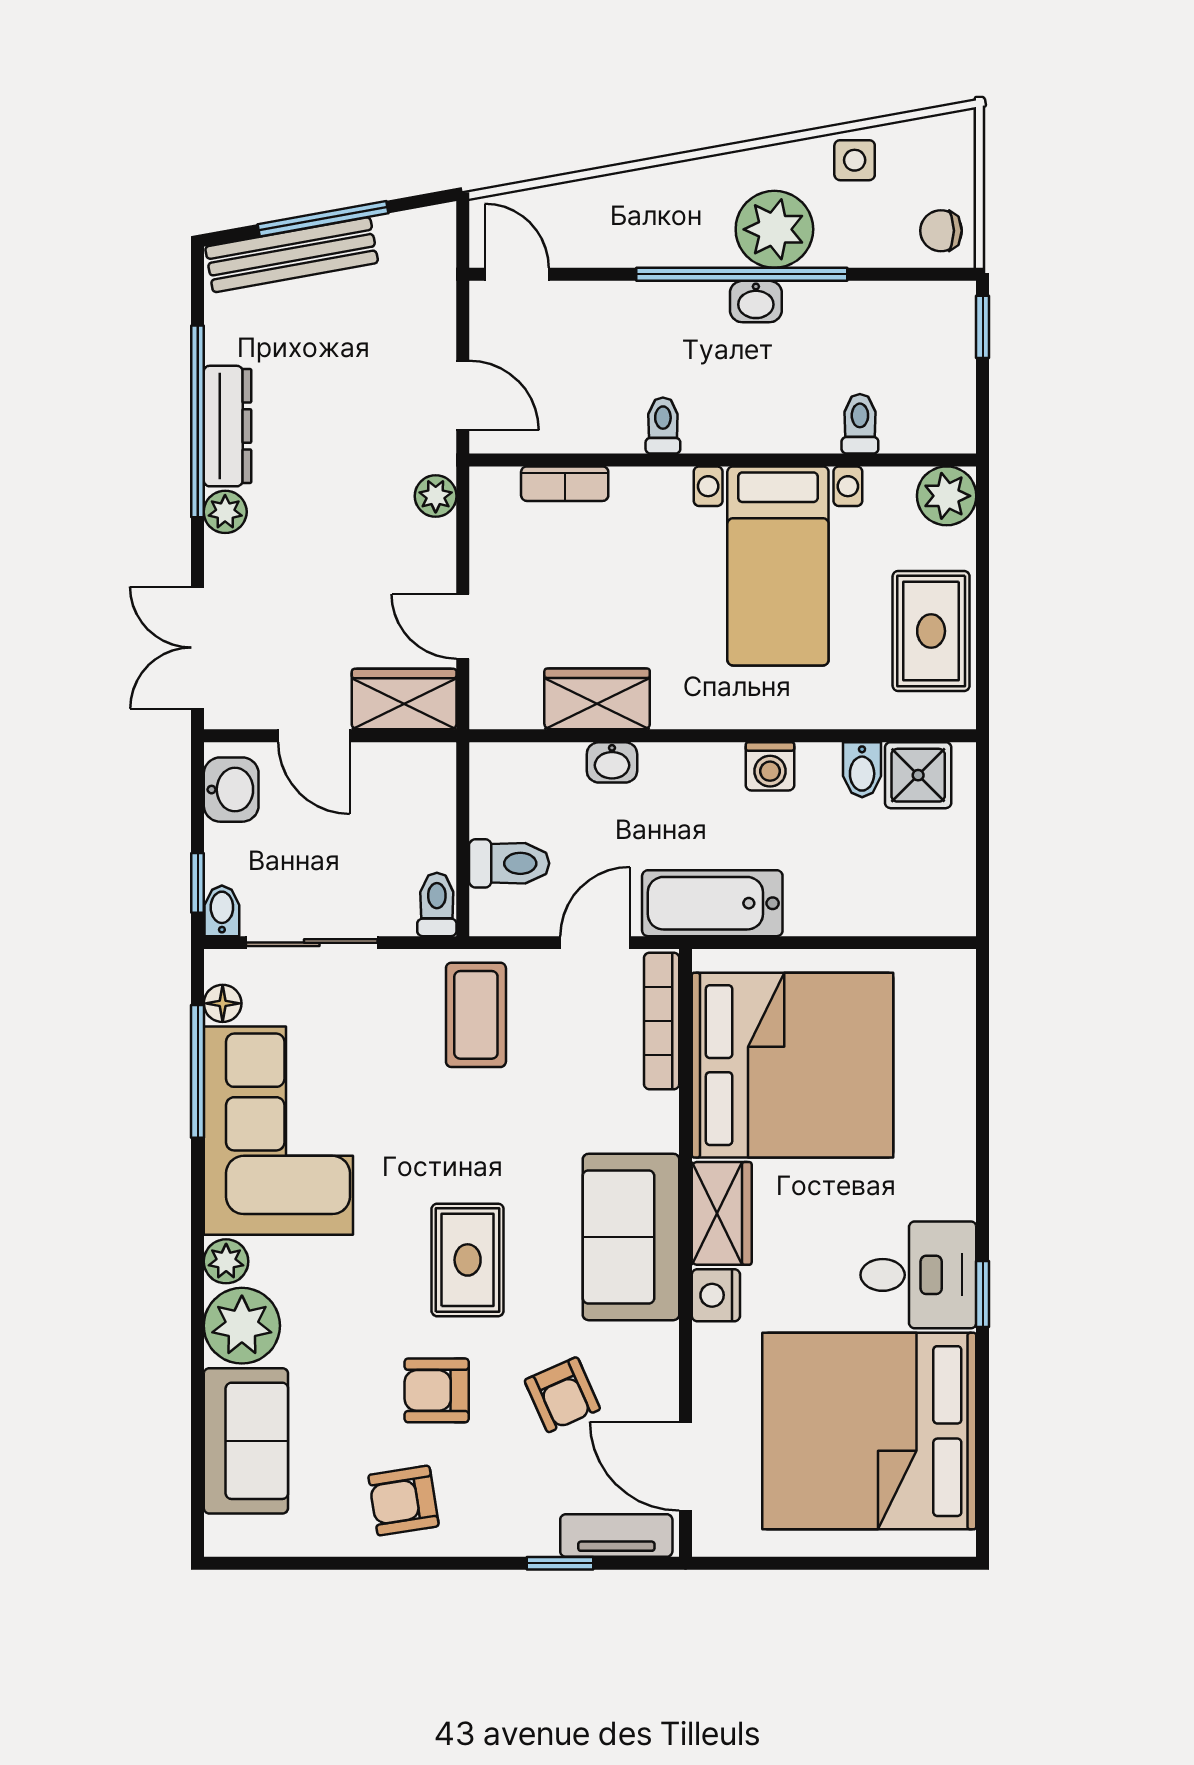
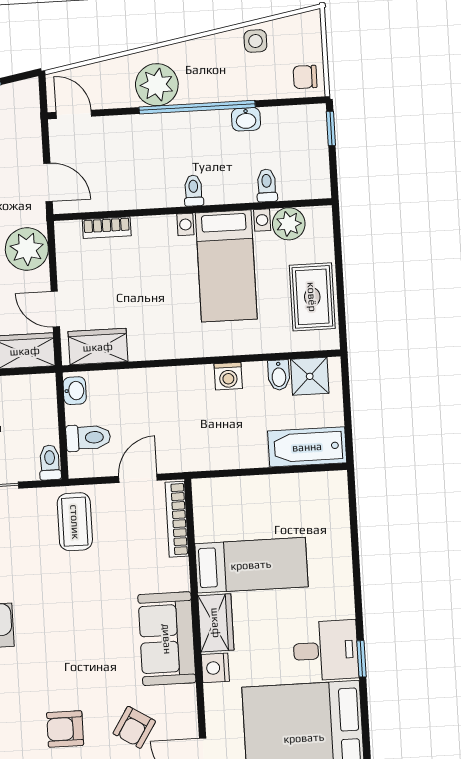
plant: (774, 229) -> (157, 85), moved
washbasin: (756, 302) -> (246, 119), moved
toilet: (663, 425) -> (194, 191), moved
plant: (436, 496) -> (27, 249), width x1.88, depth x1.88
plant: (947, 496) -> (289, 224), moved
wardrobe: (597, 699) -> (98, 347), moved
washbasin: (612, 762) -> (75, 391), moved, turned -90
bathtub: (712, 903) -> (307, 447), moved
bed: (792, 1065) -> (251, 565), width x0.49
rug: (468, 1260) -> (78, 656), removed
armchair: (562, 1395) -> (134, 727), turned 56

